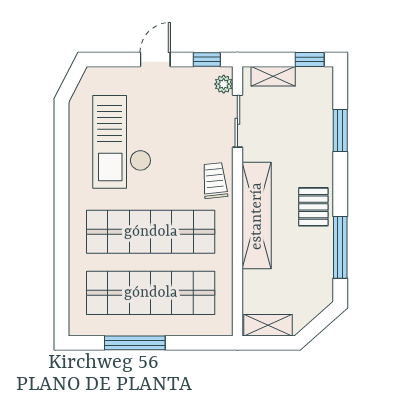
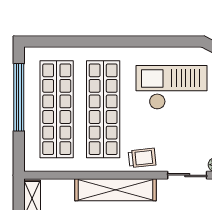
window: (135, 343) -> (19, 97), width x1.46

